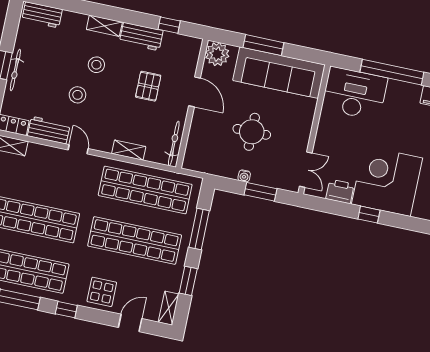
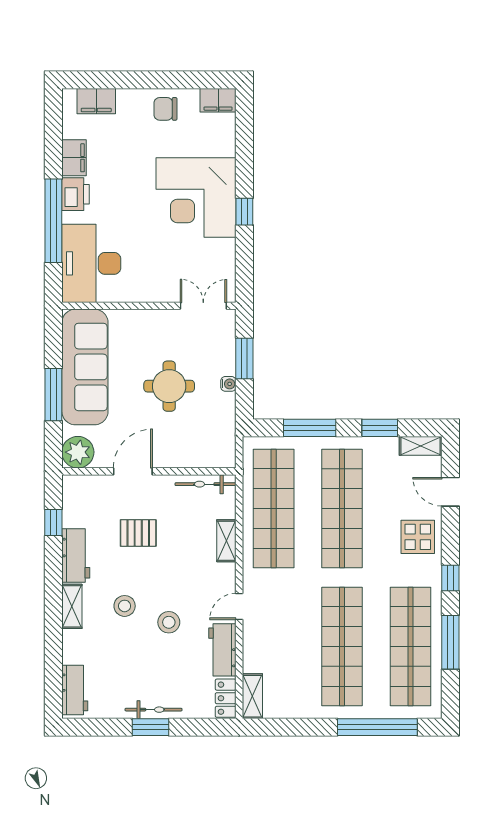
printer: (340, 191) -> (76, 194), moved, turned 180

